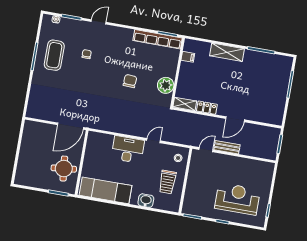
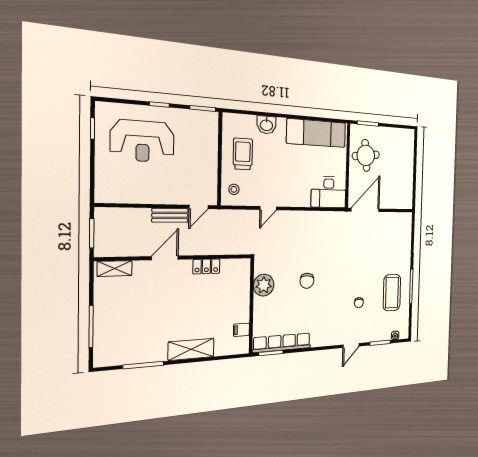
shelving: (185, 104) -> (115, 268), moved
desk: (128, 149) -> (329, 192), moved

